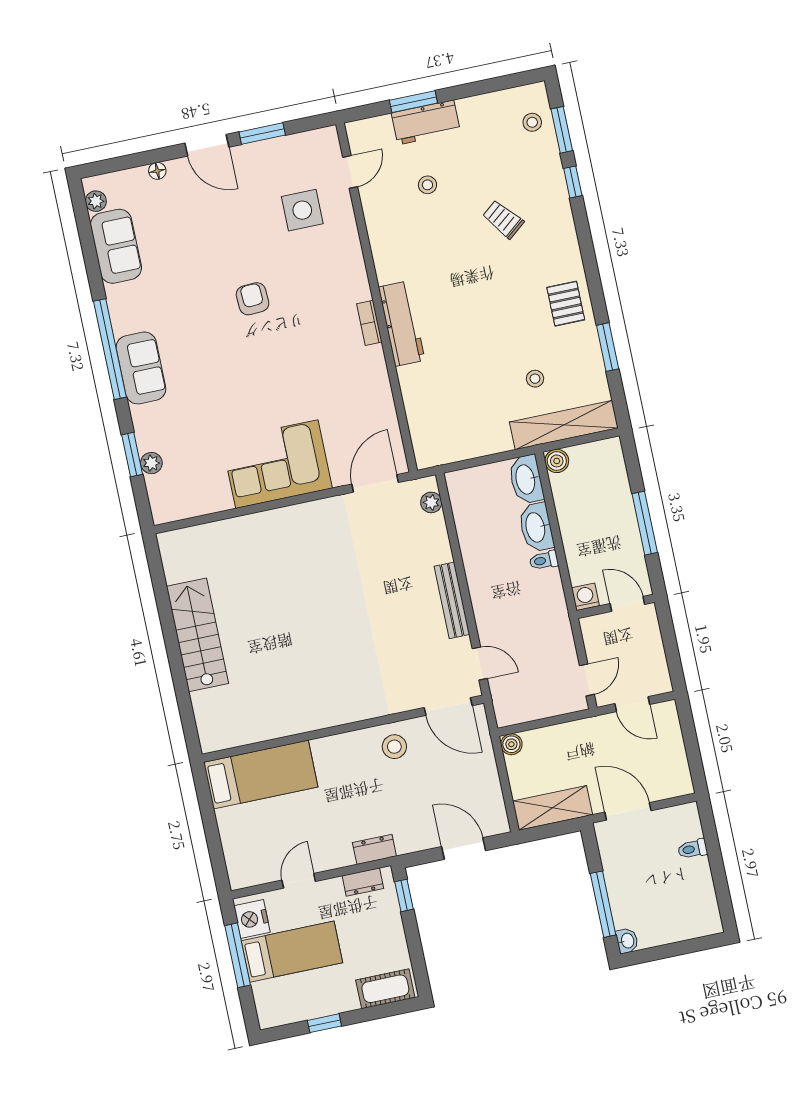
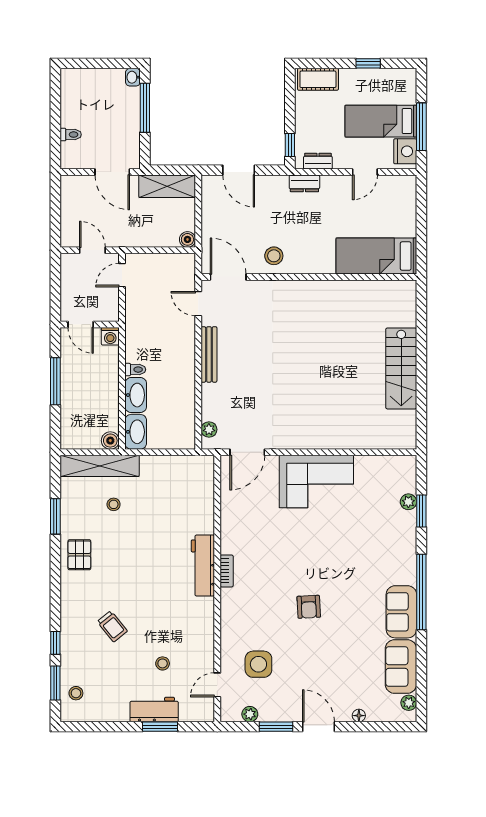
plant: (300, 143) -> (250, 714), added
sofa: (141, 368) -> (401, 612), moved

